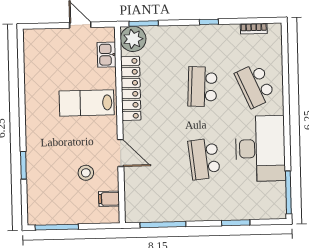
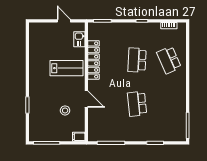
plant: (133, 39) -> (96, 30), removed
lab bench: (87, 103) -> (67, 68), turned 180
desk: (260, 149) -> (171, 98), removed
filing cabinet: (109, 199) -> (79, 137), moved

